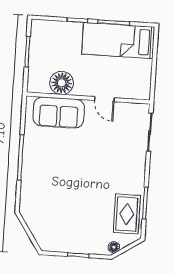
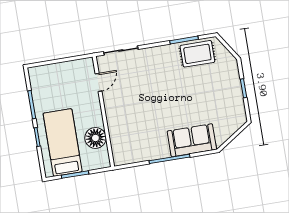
bed: (118, 41) -> (63, 142), moved, turned 180
door: (104, 99) -> (99, 82), moved
sofa: (59, 112) -> (192, 140), moved, turned -90
floor lamp: (114, 247) -> (229, 58), removed

